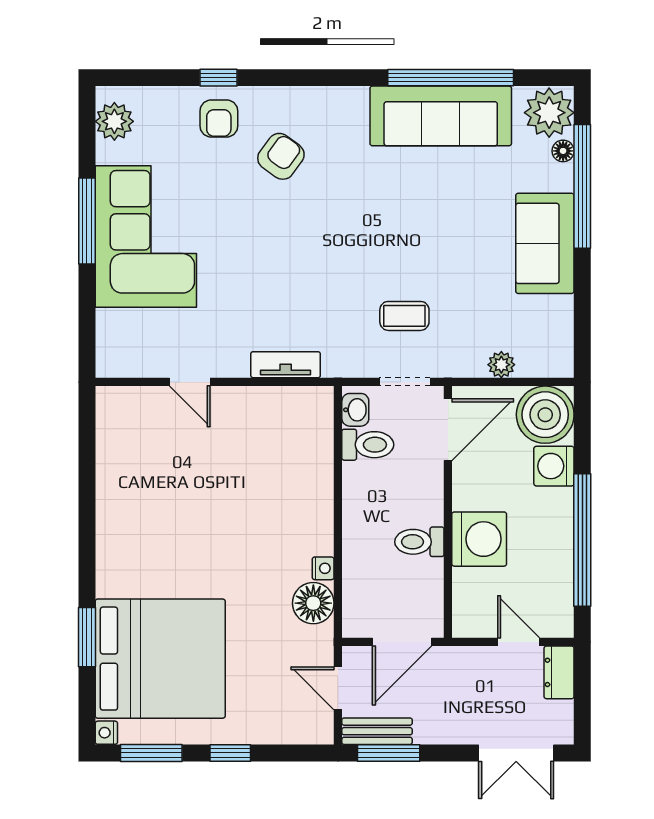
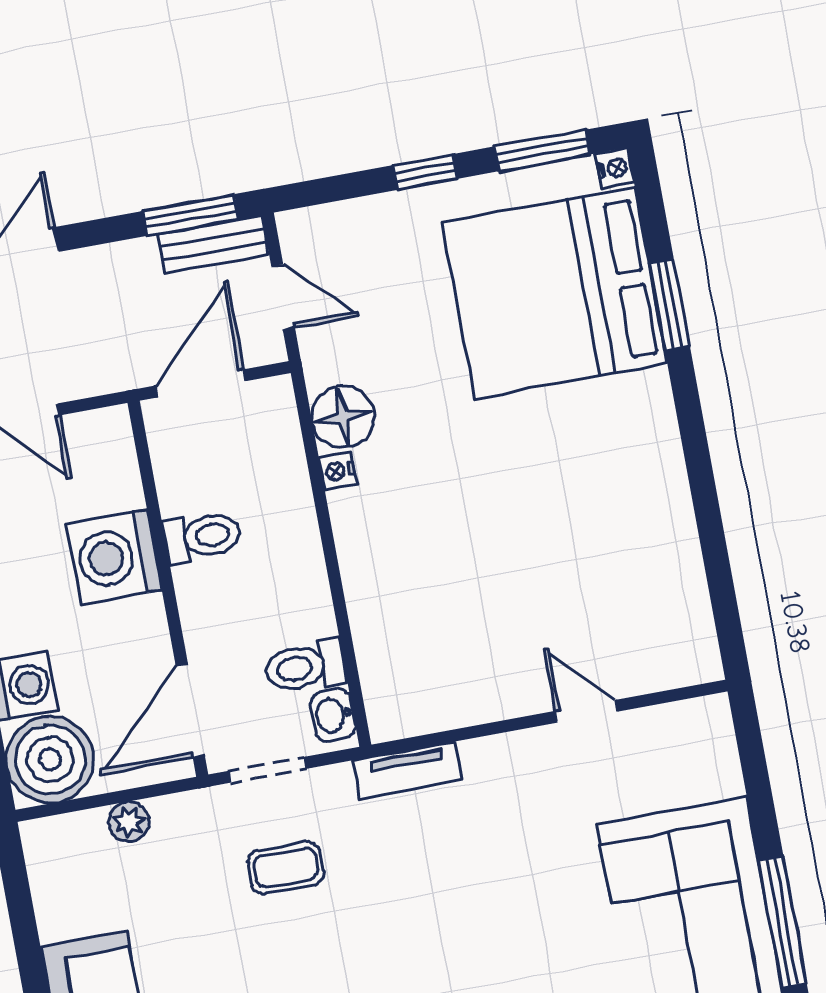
tv unit: (286, 365) -> (407, 770), moved

